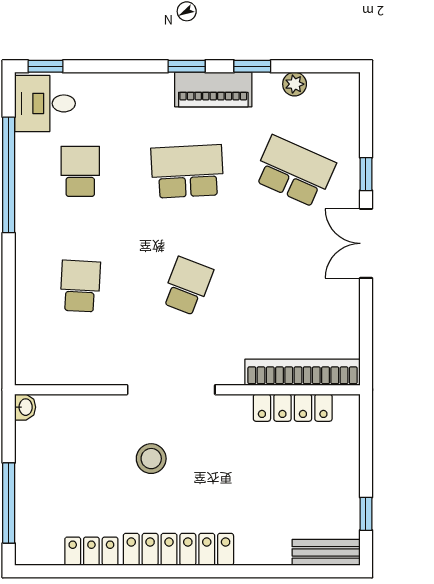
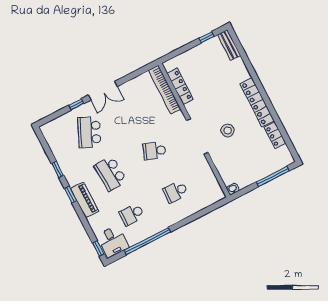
plant: (295, 84) -> (56, 150), removed
piano: (213, 89) -> (85, 200), moved

